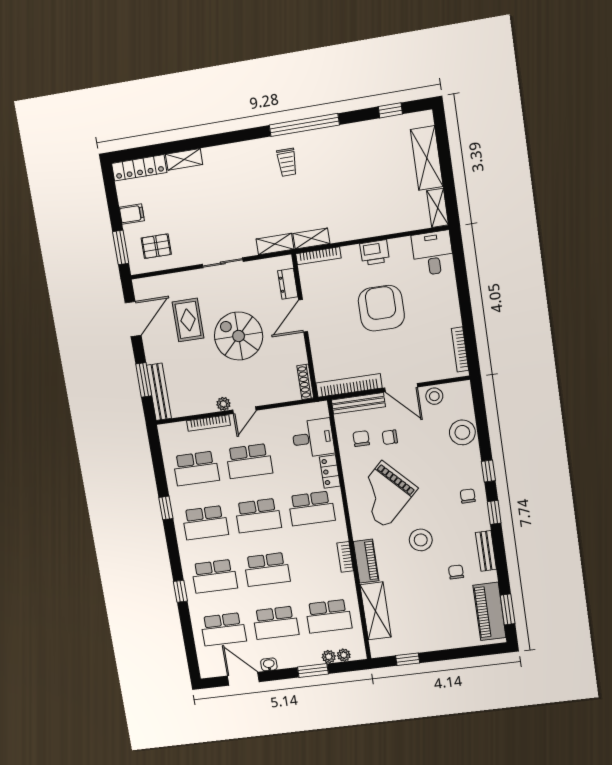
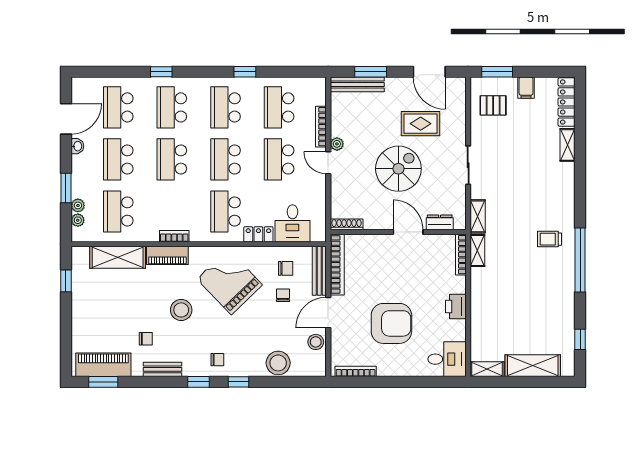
pallet: (156, 246) -> (493, 105), turned 90
armchair: (381, 308) -> (391, 323), moved

